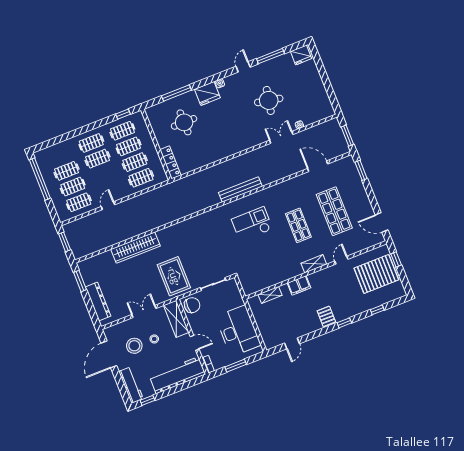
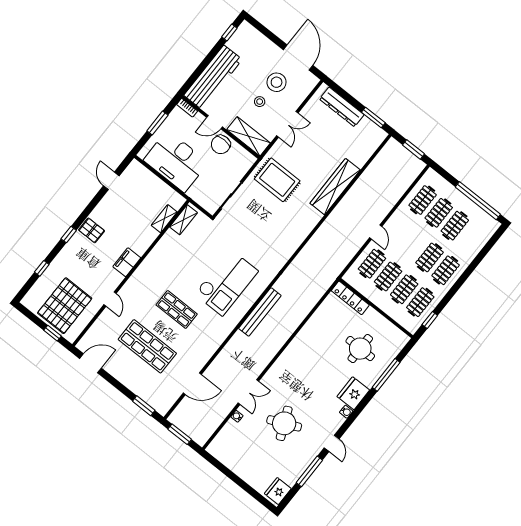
round table: (269, 100) -> (284, 423), turned -35
door: (108, 206) -> (376, 232), moved
checkout: (252, 224) -> (226, 283), width x1.36, depth x1.21
shelving: (314, 264) -> (184, 220), moved
filing cabinet: (299, 285) -> (127, 262), moved
chair: (192, 305) -> (221, 144), moved
workbench: (131, 385) -> (256, 39), removed

